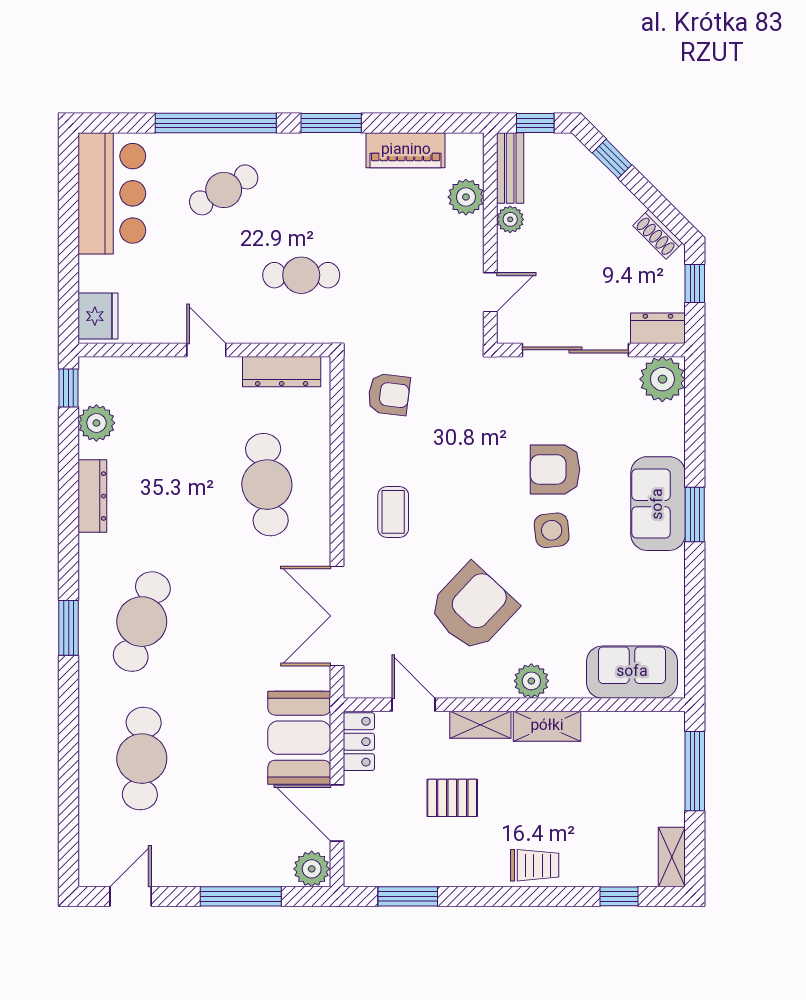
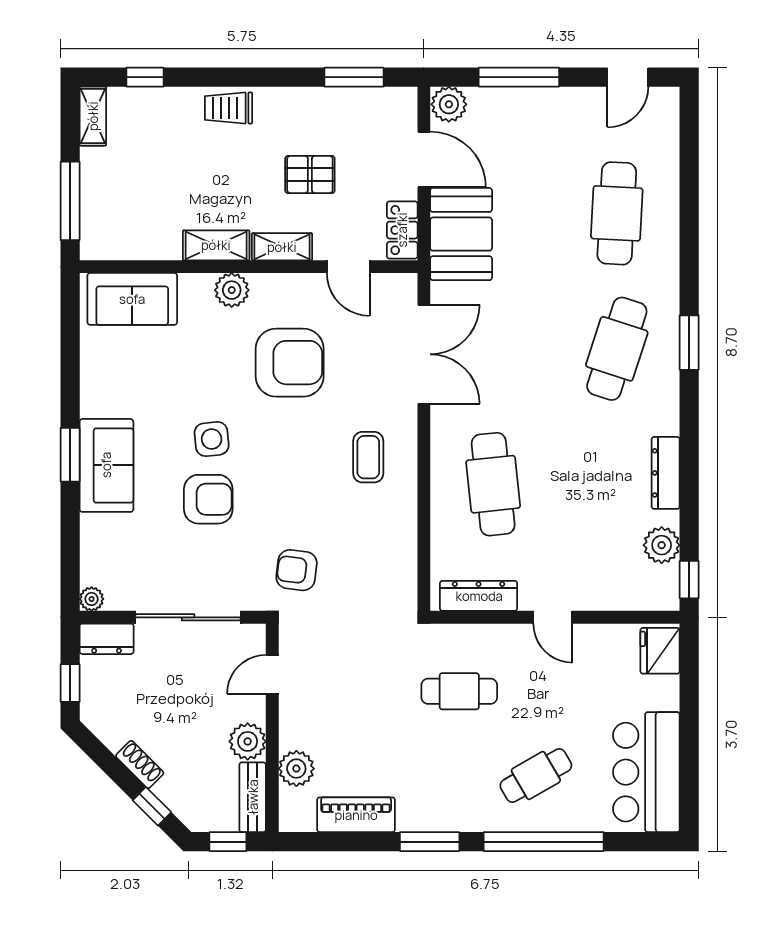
plant: (510, 219) -> (248, 741), width x1.38, depth x1.38
shoe rack: (658, 234) -> (140, 764), moved
plant: (662, 379) -> (92, 599), width x0.53, depth x0.53
armchair: (389, 394) -> (297, 570), moved
armchair: (473, 608) -> (290, 363), turned -133

